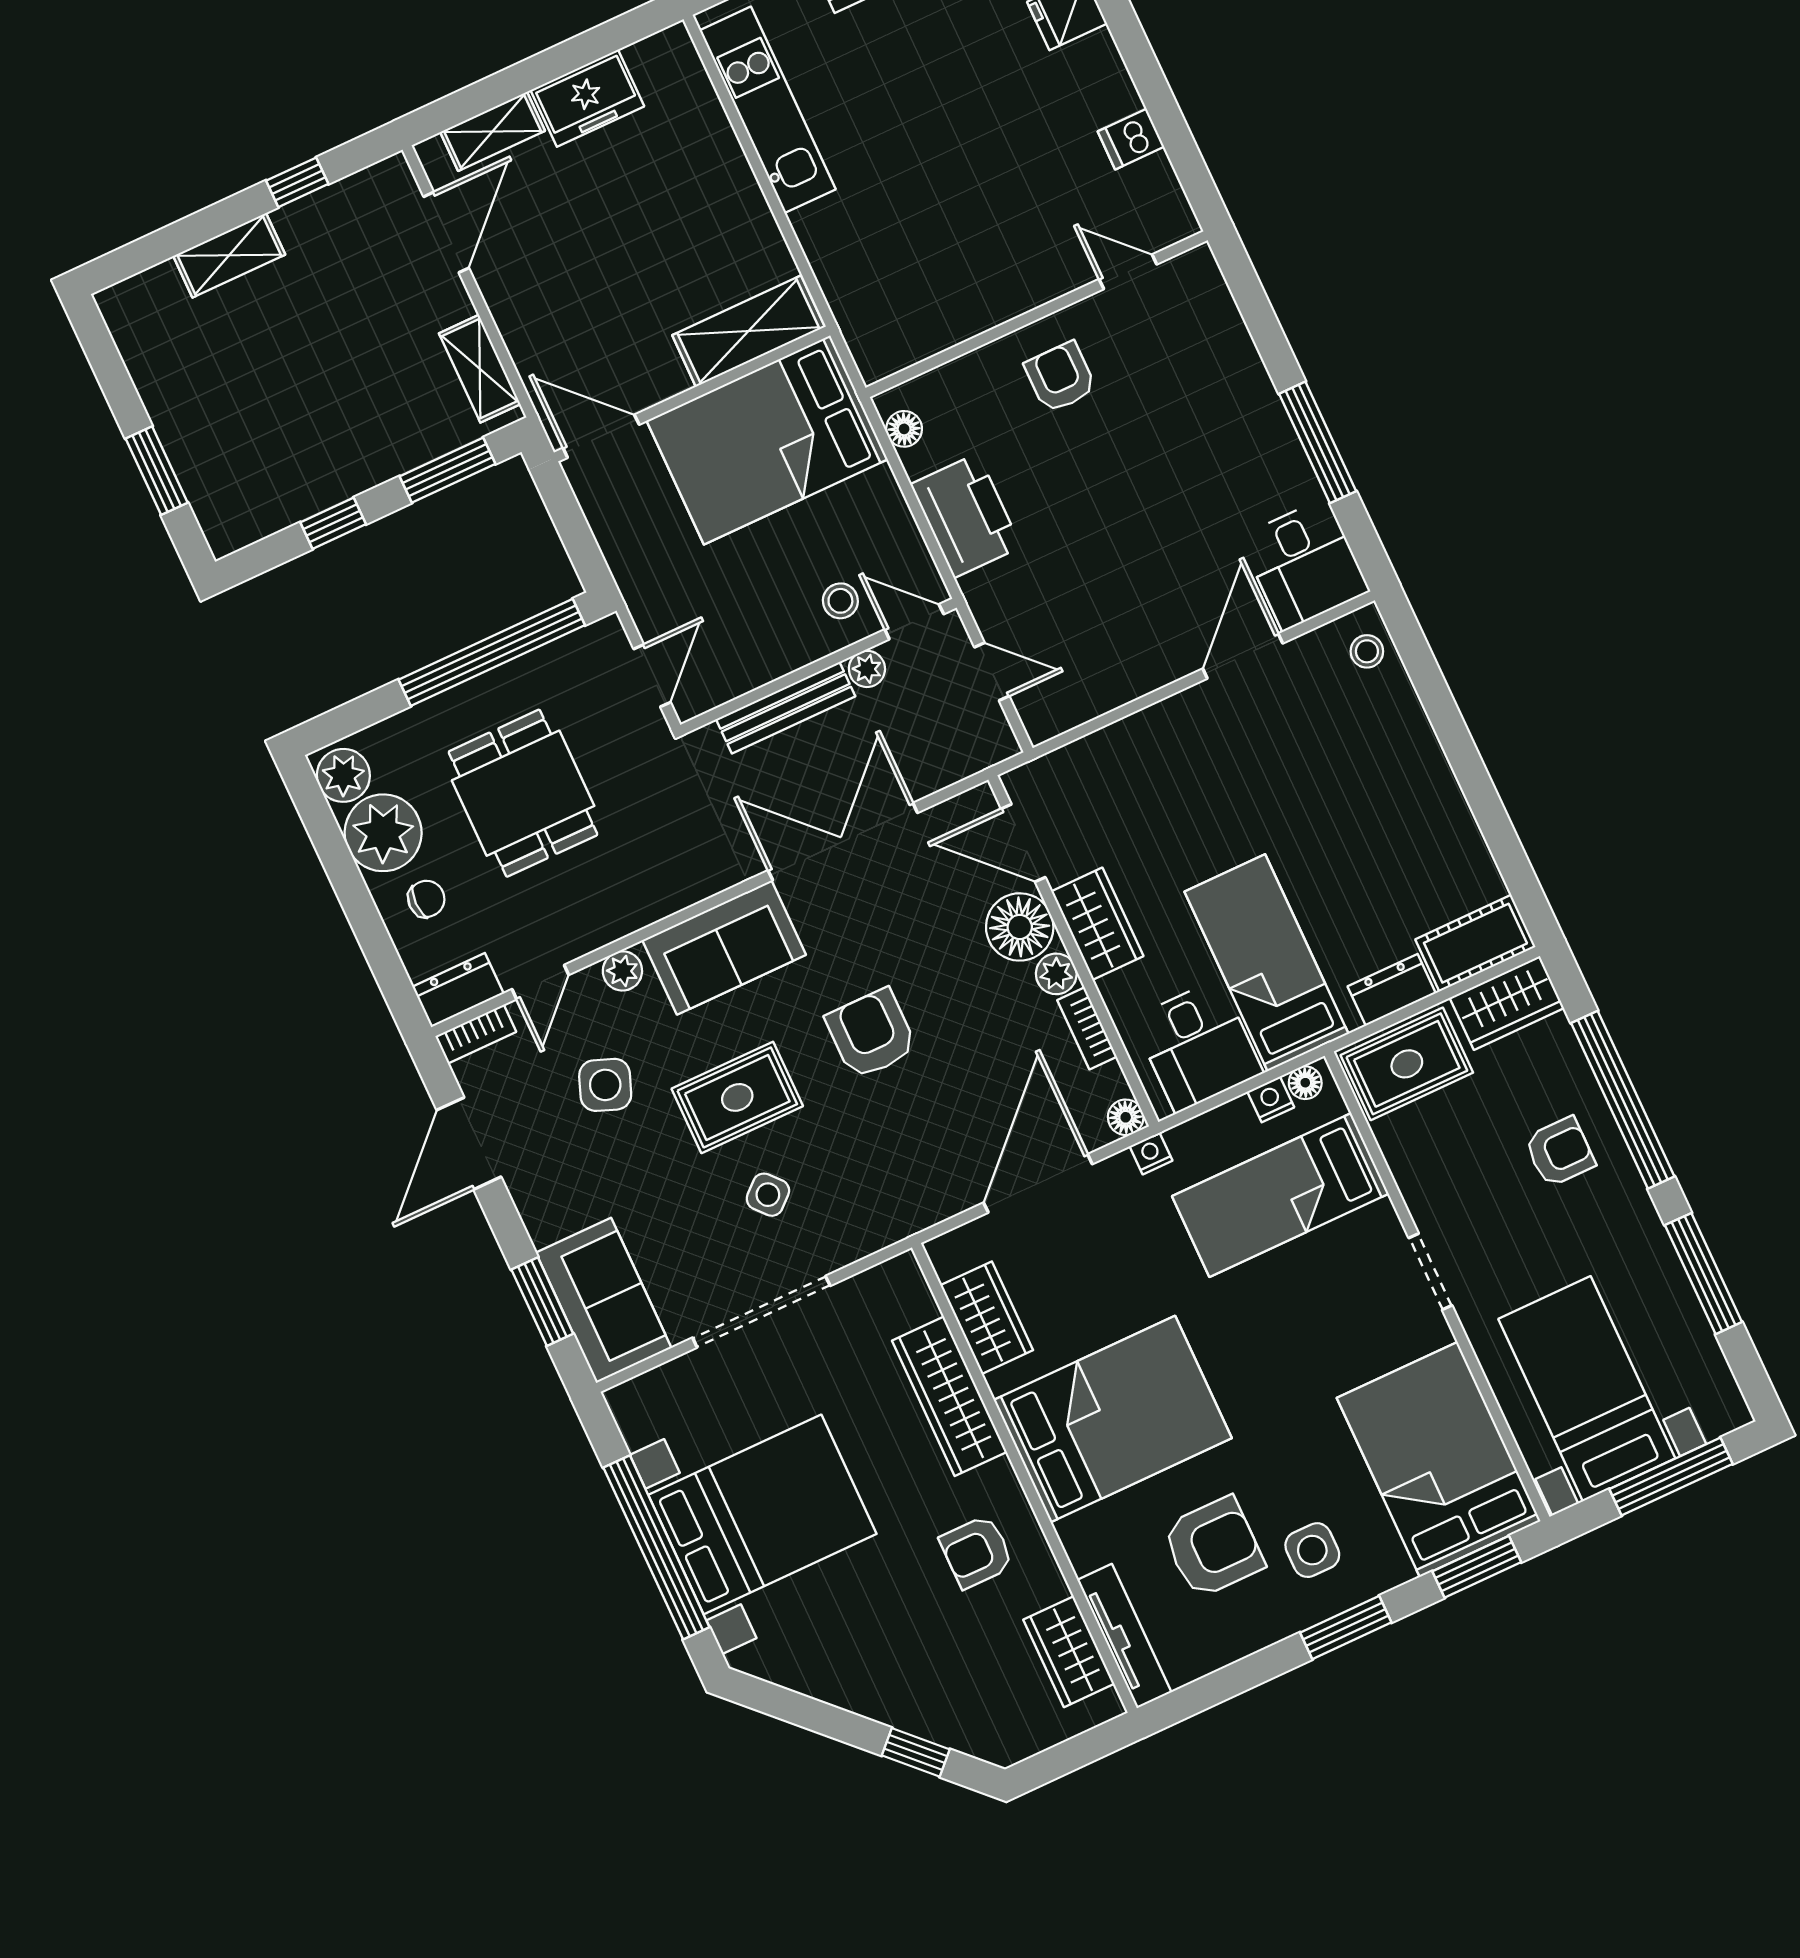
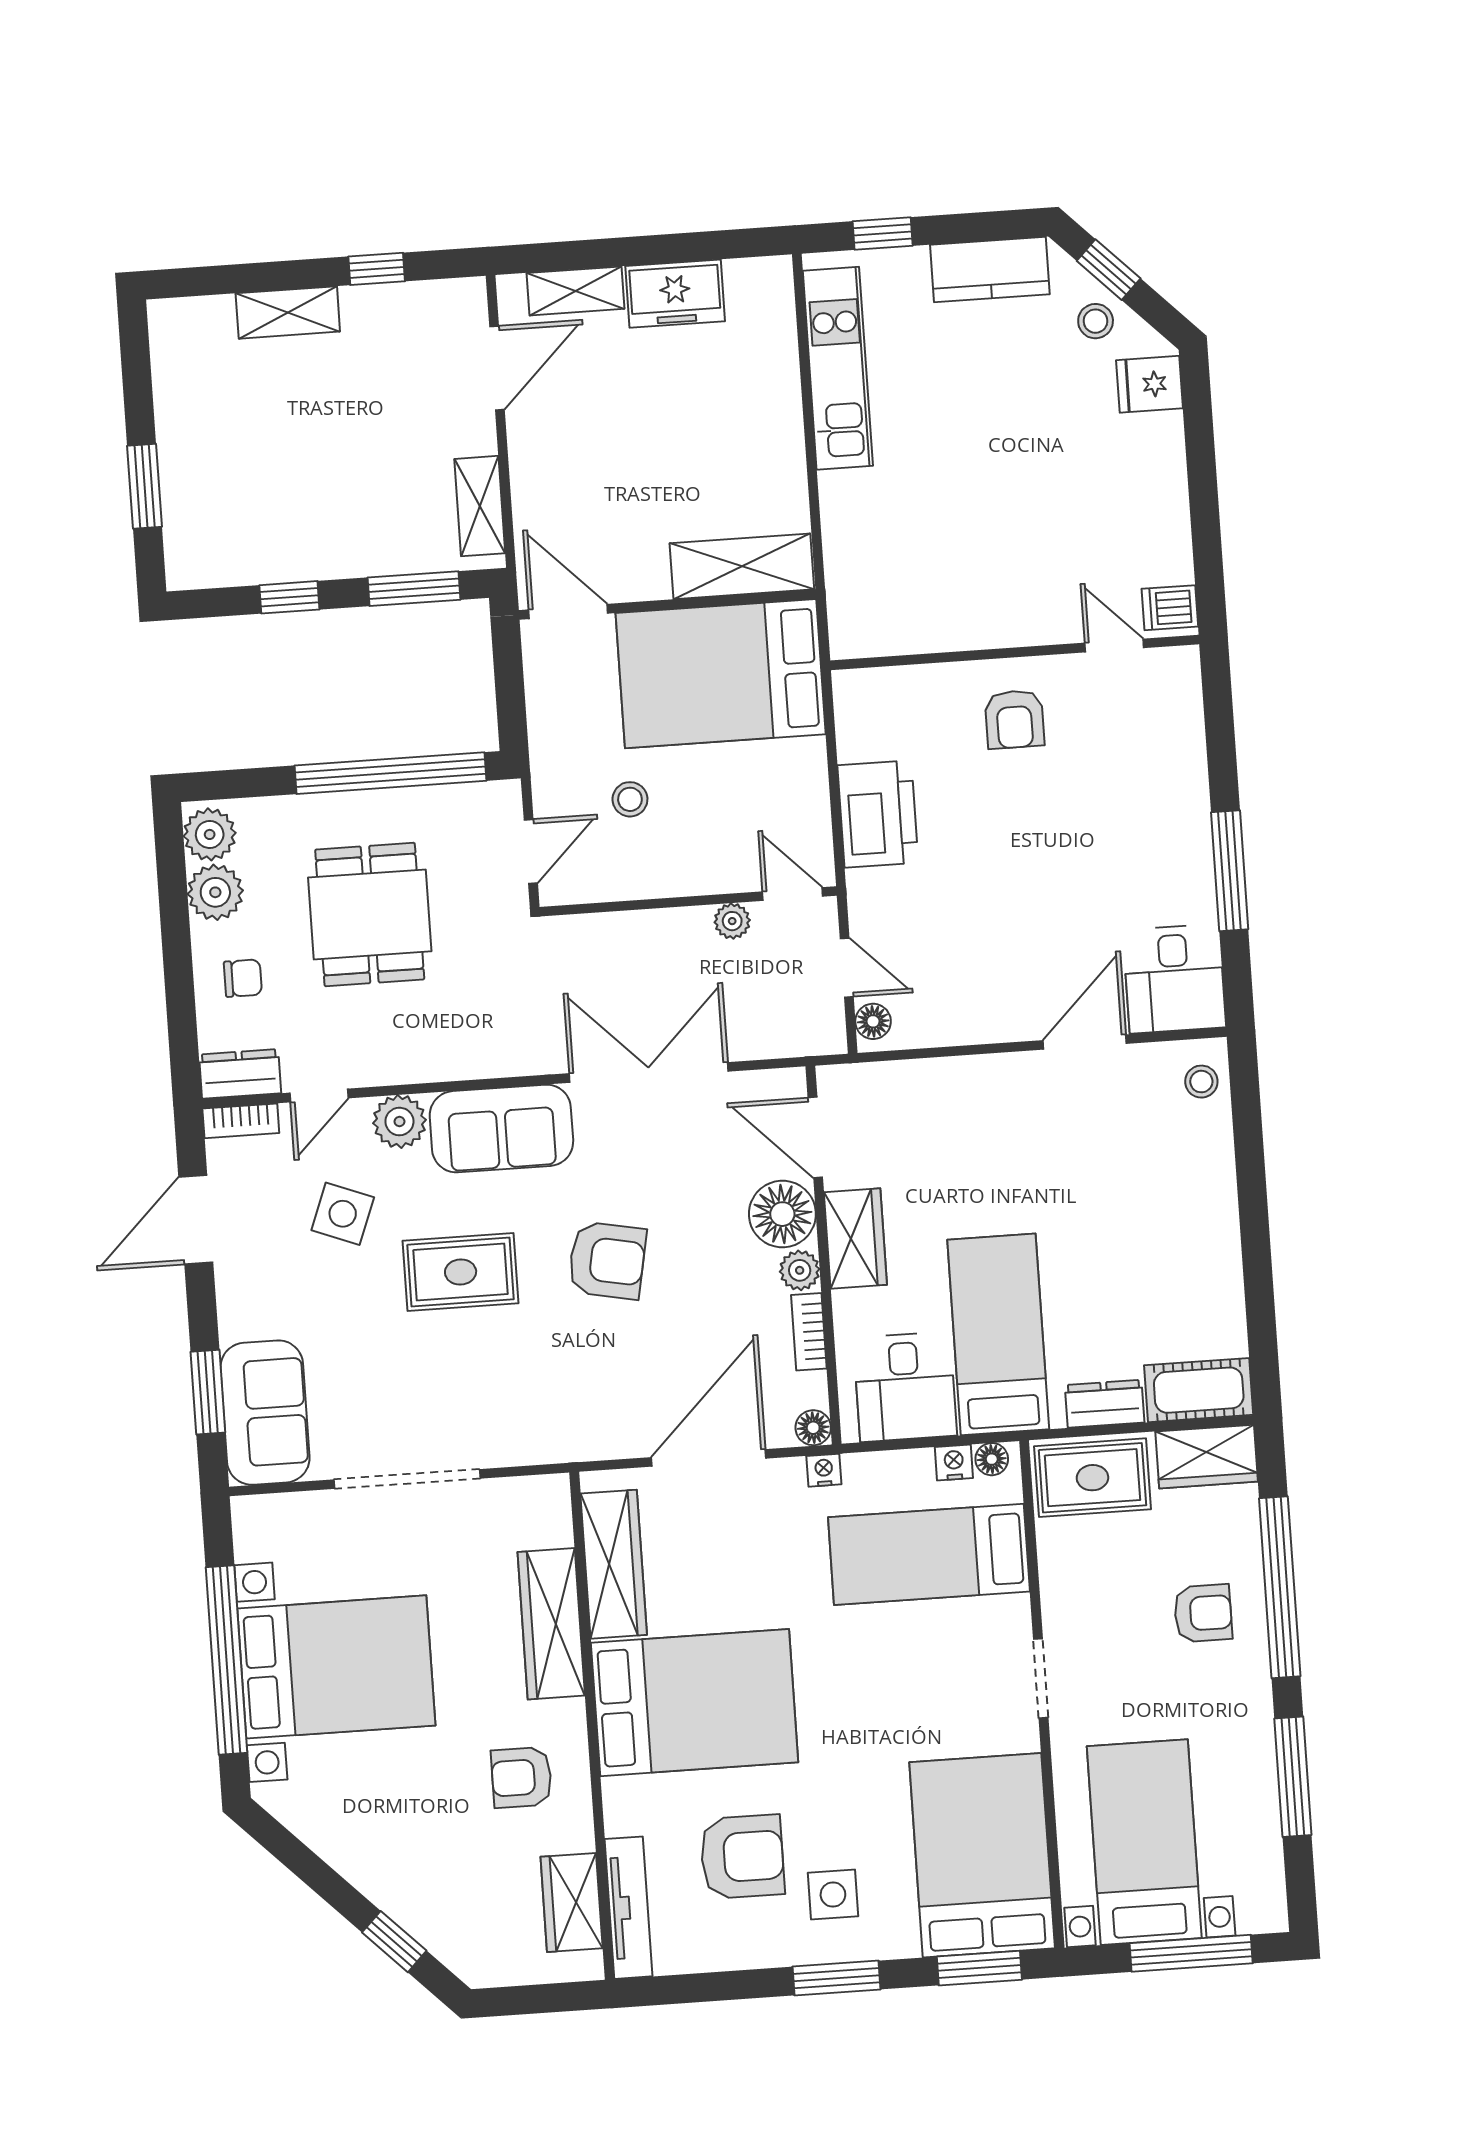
dishwasher: (1131, 139) -> (1170, 608), moved
armchair: (1060, 377) -> (1014, 719), turned 180
floor lamp: (904, 429) -> (873, 1021), moved
stool: (840, 601) -> (630, 799), moved
bench: (786, 708) -> (643, 928), removed
plant: (383, 833) -> (215, 892), width x0.73, depth x0.73
plant: (622, 971) -> (399, 1122), width x1.38, depth x1.38
armchair: (871, 1034) -> (607, 1260), turned 101
side table: (768, 1195) -> (455, 1373), removed
wardrobe: (987, 1318) -> (614, 1564), width x1.50

